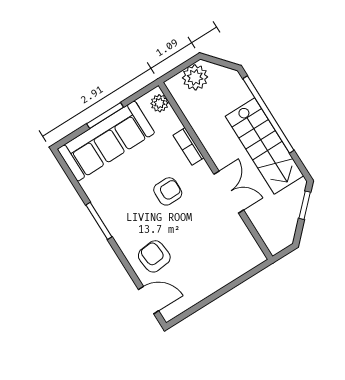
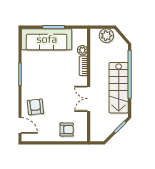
plant: (159, 103) -> (82, 50), moved
armchair: (168, 191) -> (67, 130), moved
double door: (229, 192) -> (89, 99), swing flipped

